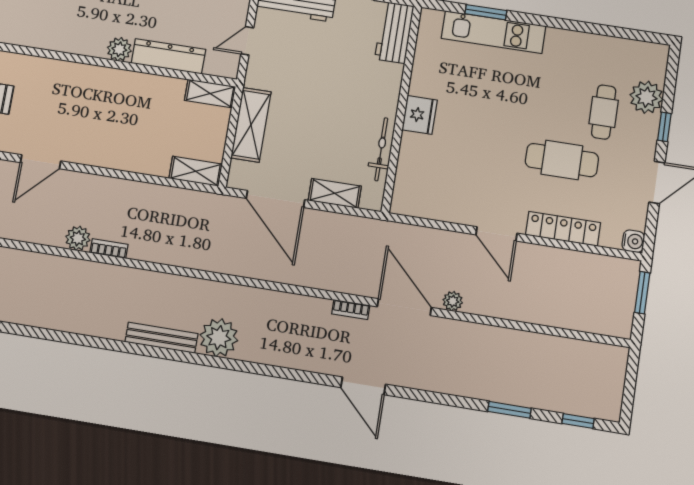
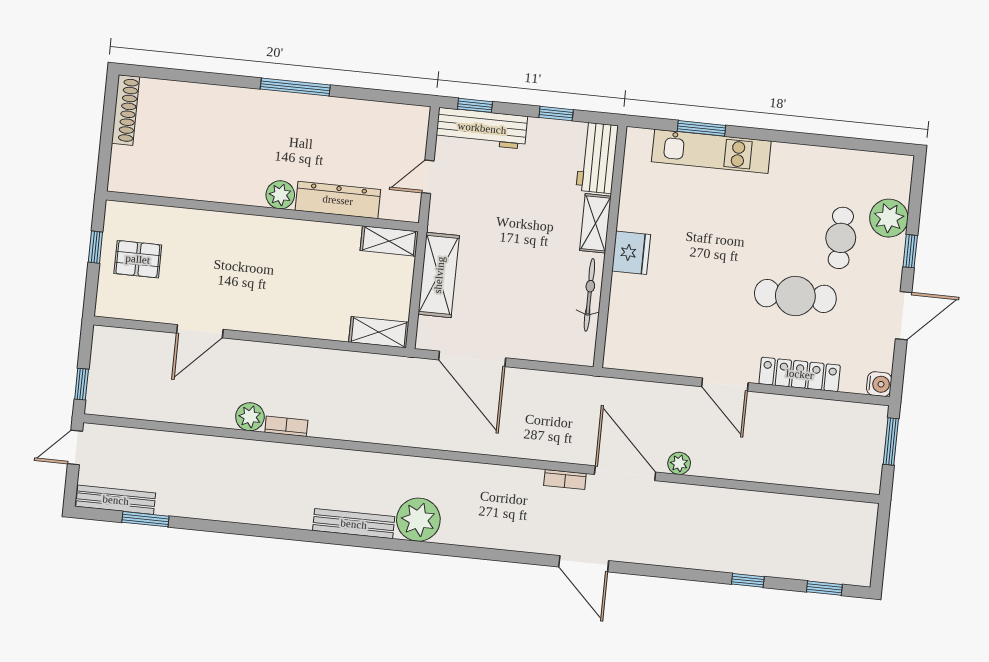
shelving: (335, 193) -> (595, 223), moved, turned 90
window: (509, 410) -> (748, 580), width x0.67

